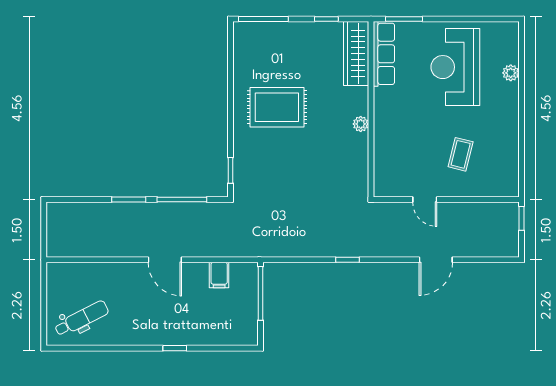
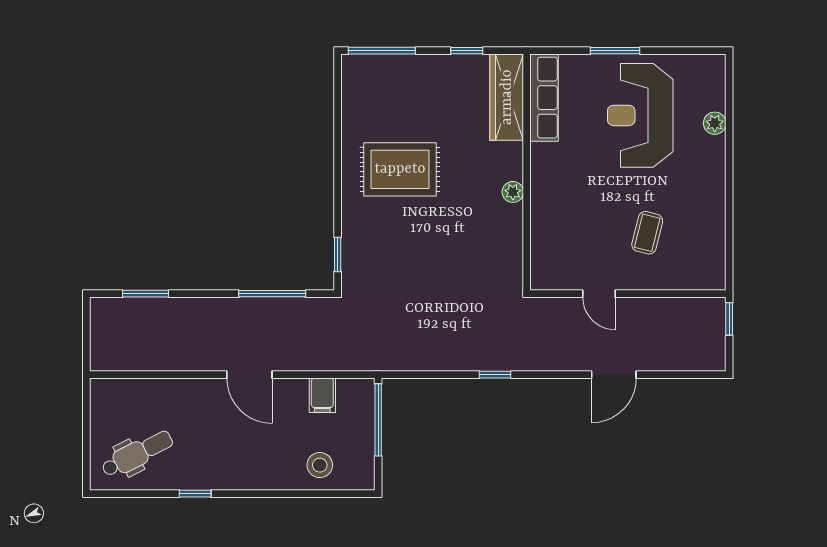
window: (404, 19) -> (615, 51), moved
window: (129, 200) -> (146, 294), moved
stool: (217, 327) -> (320, 465), added
window: (175, 348) -> (195, 494), moved

